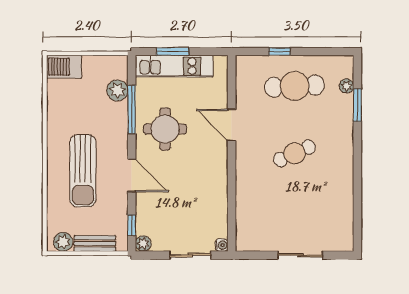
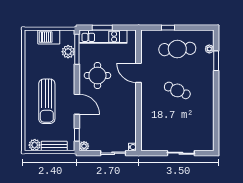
barbecue: (64, 67) -> (49, 37), moved
window: (132, 110) -> (77, 49), moved
cafe table: (295, 153) -> (177, 90), turned 48

